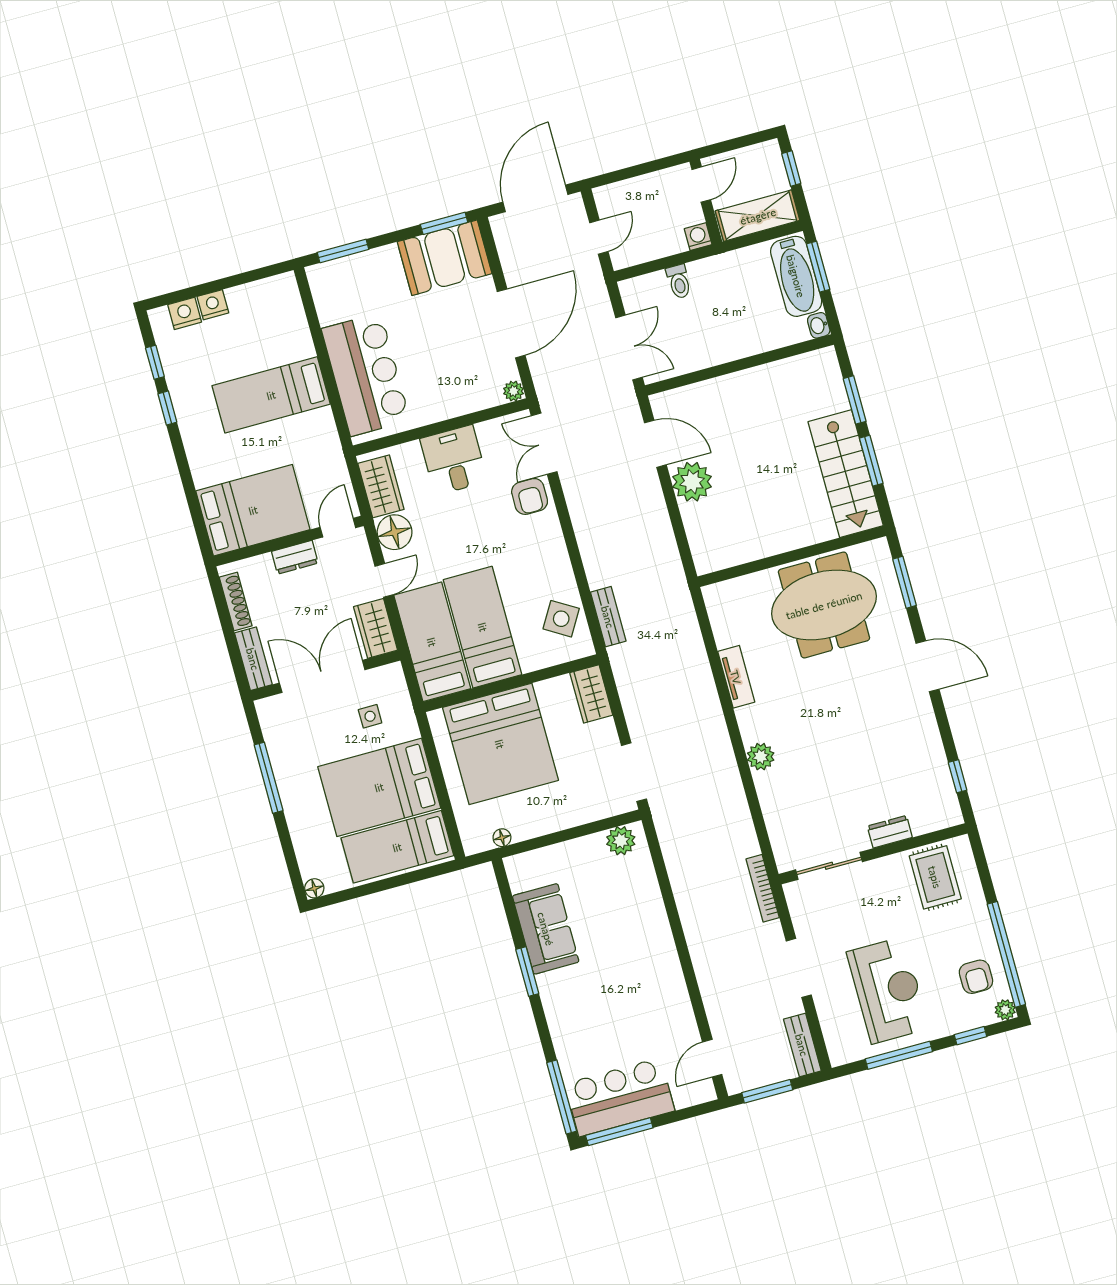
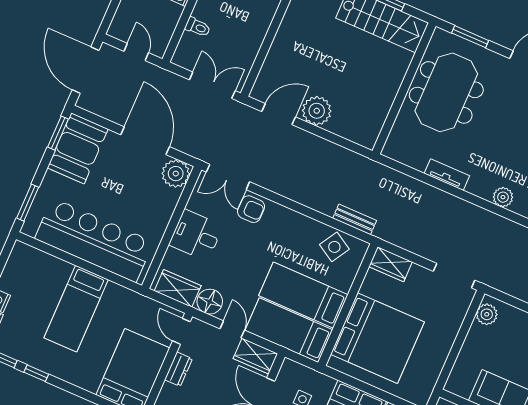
bar counter: (366, 375) -> (94, 240), width x1.36
plant: (514, 391) -> (176, 174), width x1.88, depth x1.88
floor lamp: (502, 838) -> (431, 380), removed

